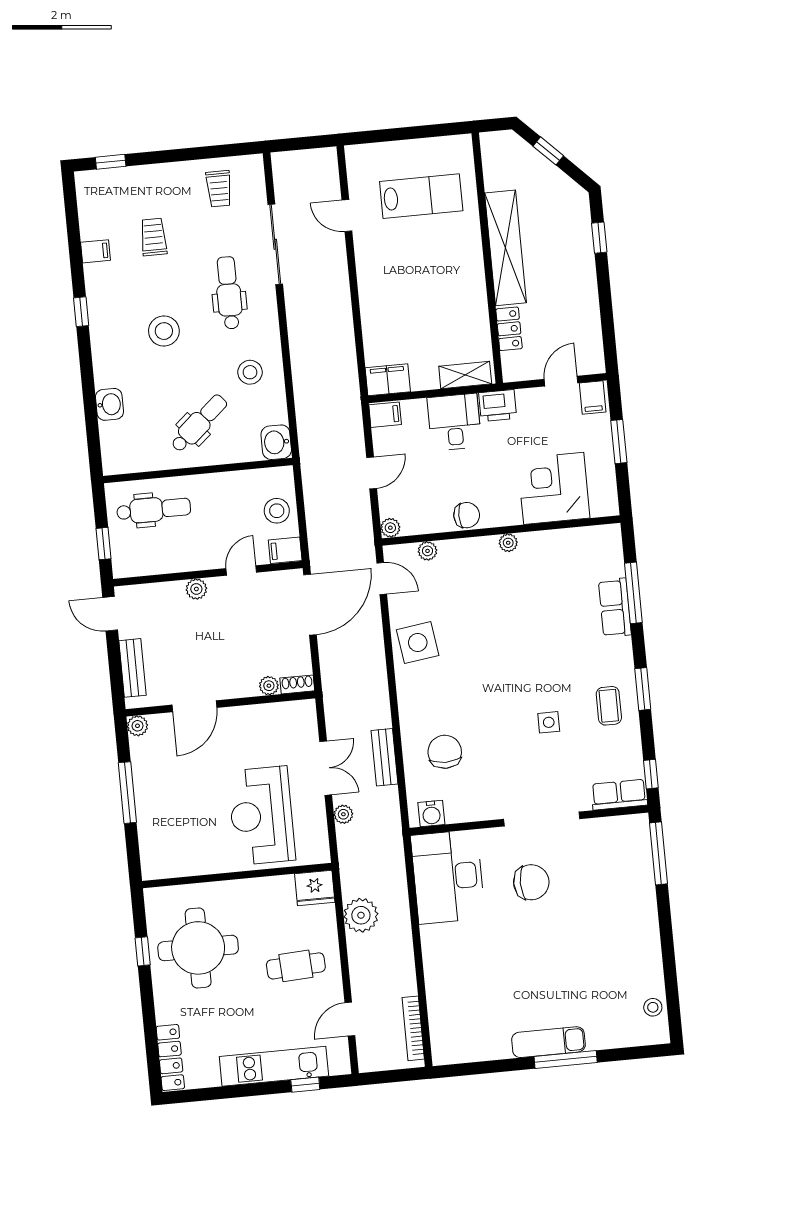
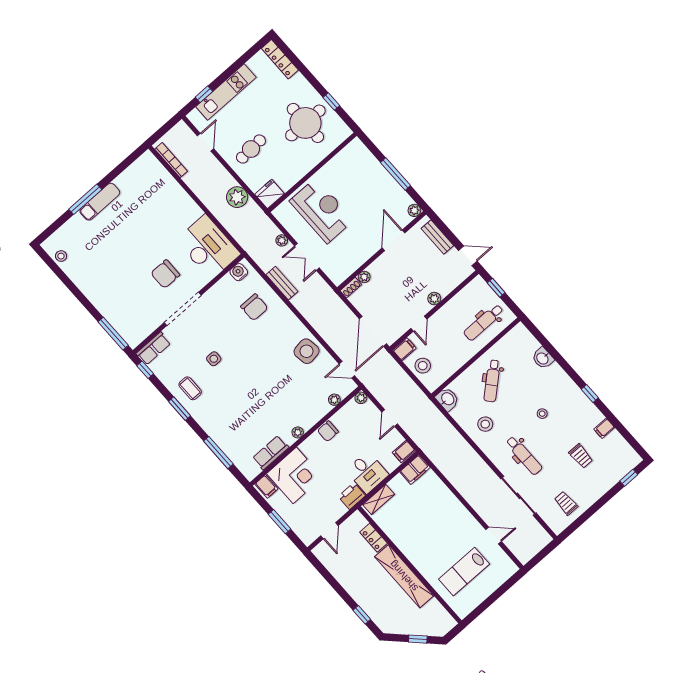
stool: (164, 331) -> (542, 414), width x0.53, depth x0.53
filing cabinet: (593, 398) -> (266, 486), moved, turned 180
row of seats: (615, 608) -> (271, 453), moved, turned -90

